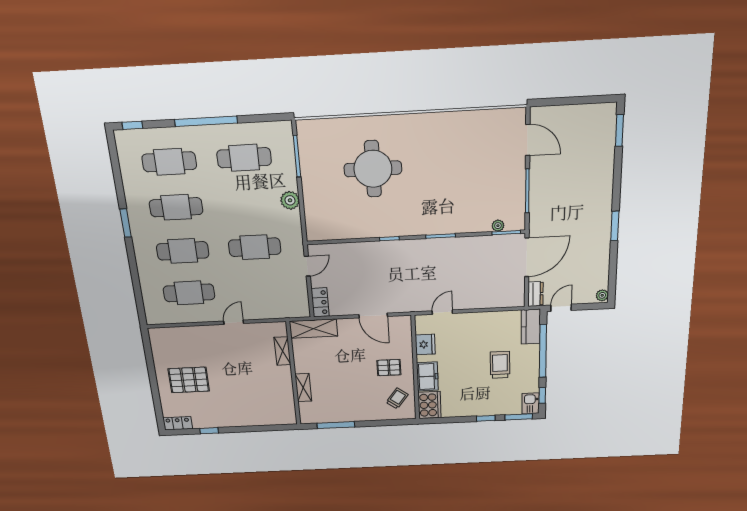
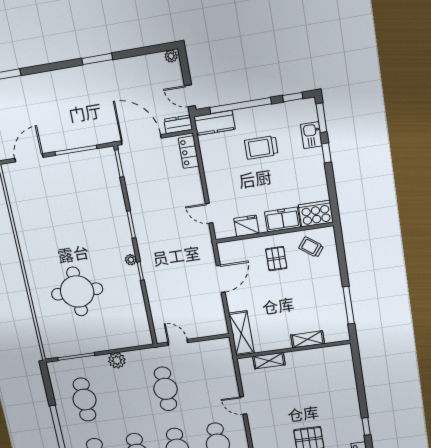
plant: (498, 226) -> (131, 260), moved
locker: (320, 302) -> (189, 152), moved, turned -90
kitchen sink: (531, 403) -> (311, 135), moved, turned 90

